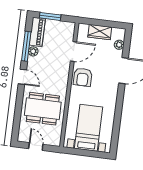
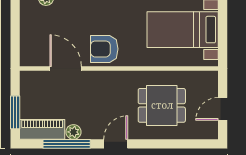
wardrobe: (100, 32) -> (30, 31), removed
armchair: (83, 77) -> (104, 49), turned 180
dining table: (43, 109) -> (162, 105), width x0.73

